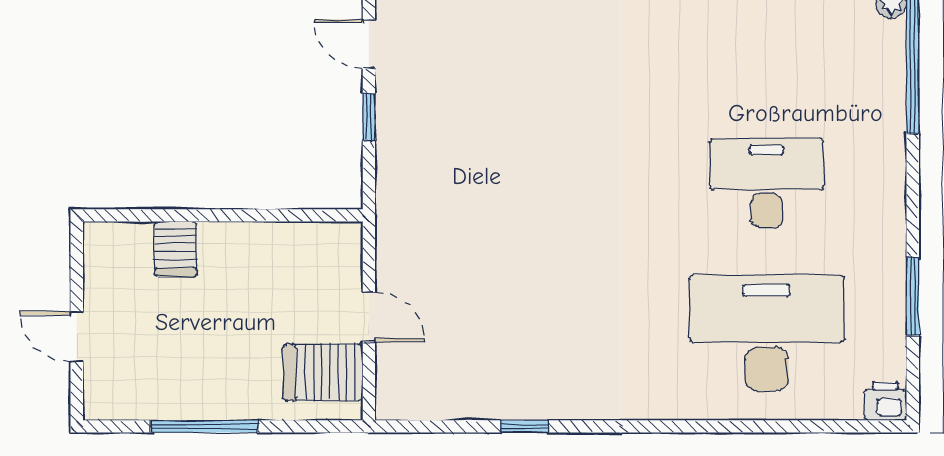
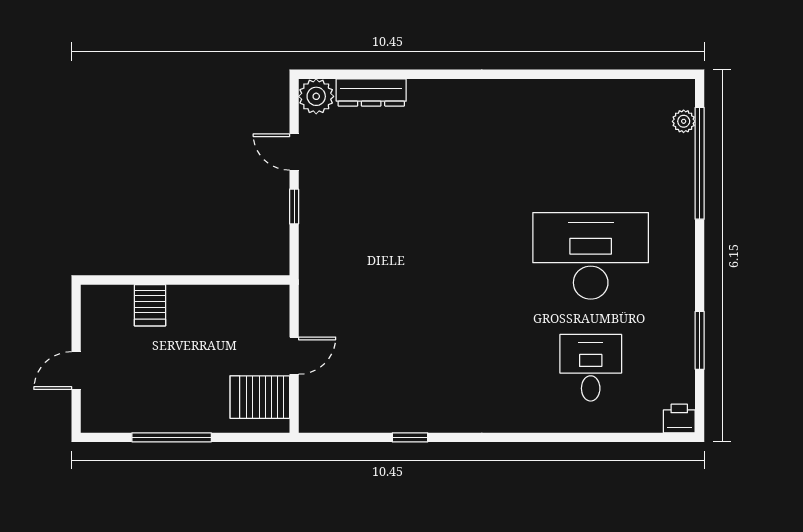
desk: (767, 183) -> (591, 256), width x1.36, depth x1.30
door: (369, 317) -> (294, 356), hinge flipped
desk: (767, 333) -> (591, 368), width x0.53, depth x0.77
door: (77, 337) -> (76, 371), hinge flipped

